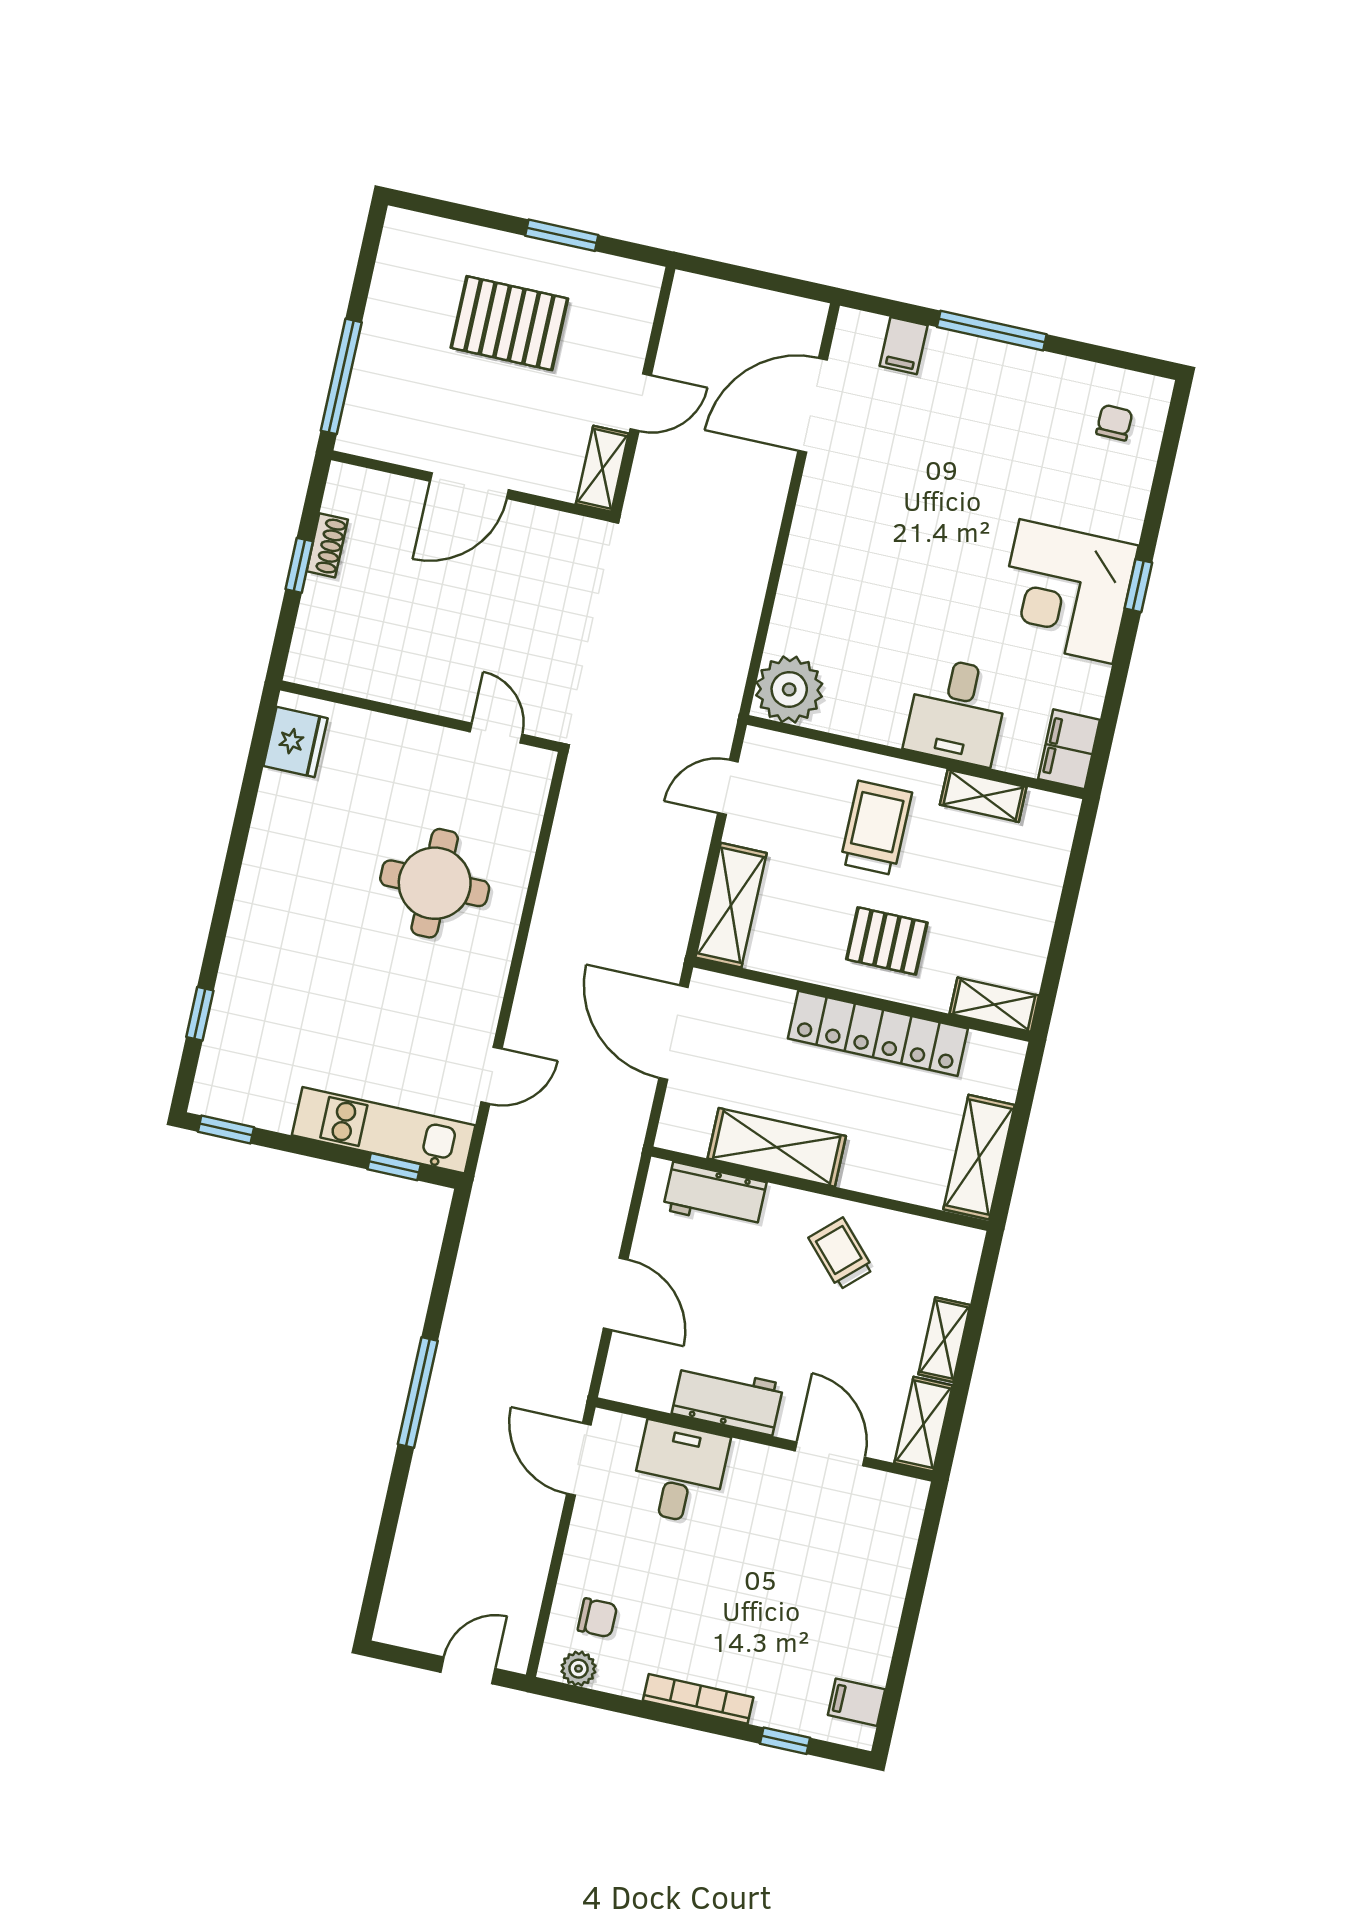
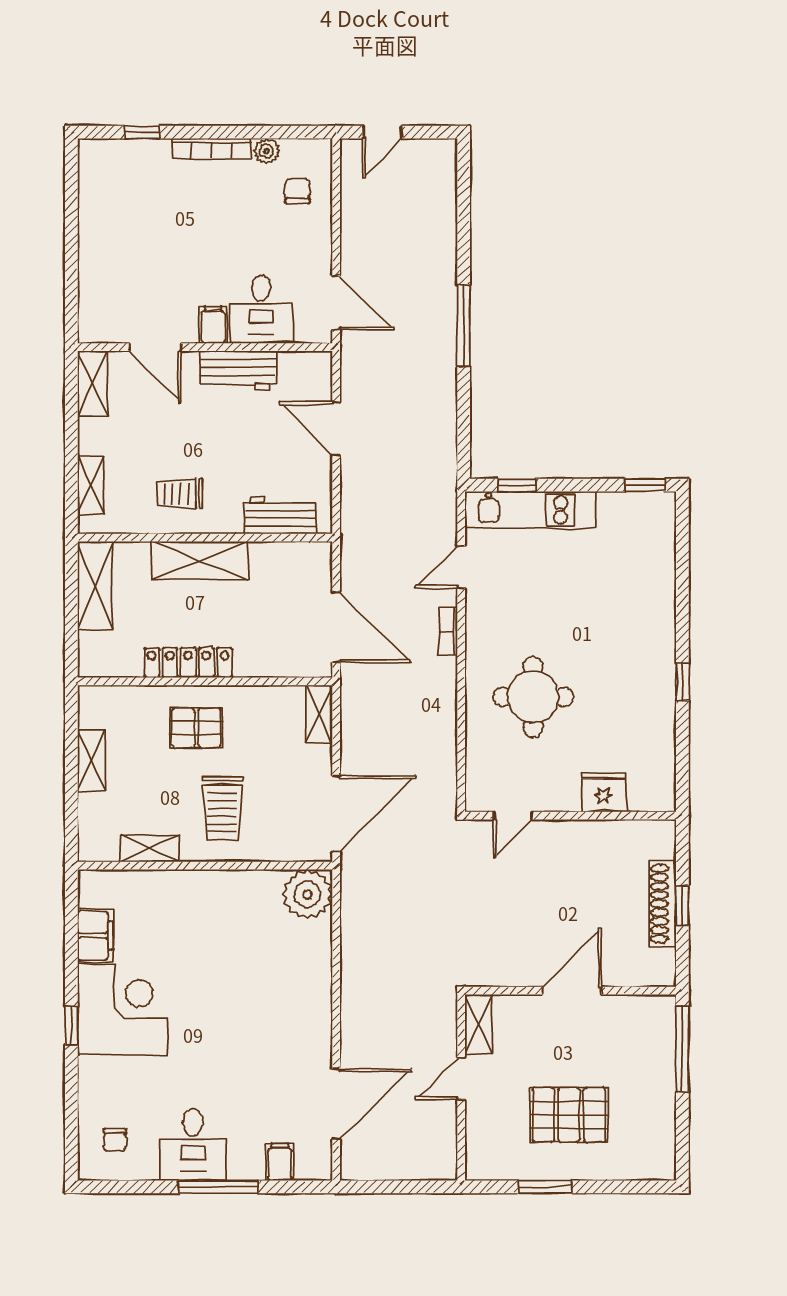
shoe rack: (327, 545) -> (663, 904), width x1.94, depth x1.24
desk: (957, 711) -> (193, 1145), moved, turned 180
door: (496, 733) -> (513, 816), hinge flipped
fridge: (295, 742) -> (604, 793), moved, turned 90
filing cabinet: (1069, 749) -> (95, 935), moved
door: (728, 787) -> (336, 814), width x1.87
shelving: (731, 905) -> (319, 714), width x0.67, depth x0.75
bookcase: (528, 994) -> (448, 632), added
shelving: (994, 1005) -> (91, 761), moved, turned 90
window: (200, 1014) -> (682, 682), moved
locker: (878, 1033) -> (188, 663), width x0.71, depth x0.83
shelving: (777, 1147) -> (200, 561), moved
trolley: (841, 1254) -> (179, 494), turned 133
shelving: (944, 1340) -> (91, 485), moved
chair: (597, 1618) -> (297, 191), turned 90
plant: (579, 1669) -> (266, 151), moved
filing cabinet: (856, 1702) -> (213, 325), moved, turned -90

